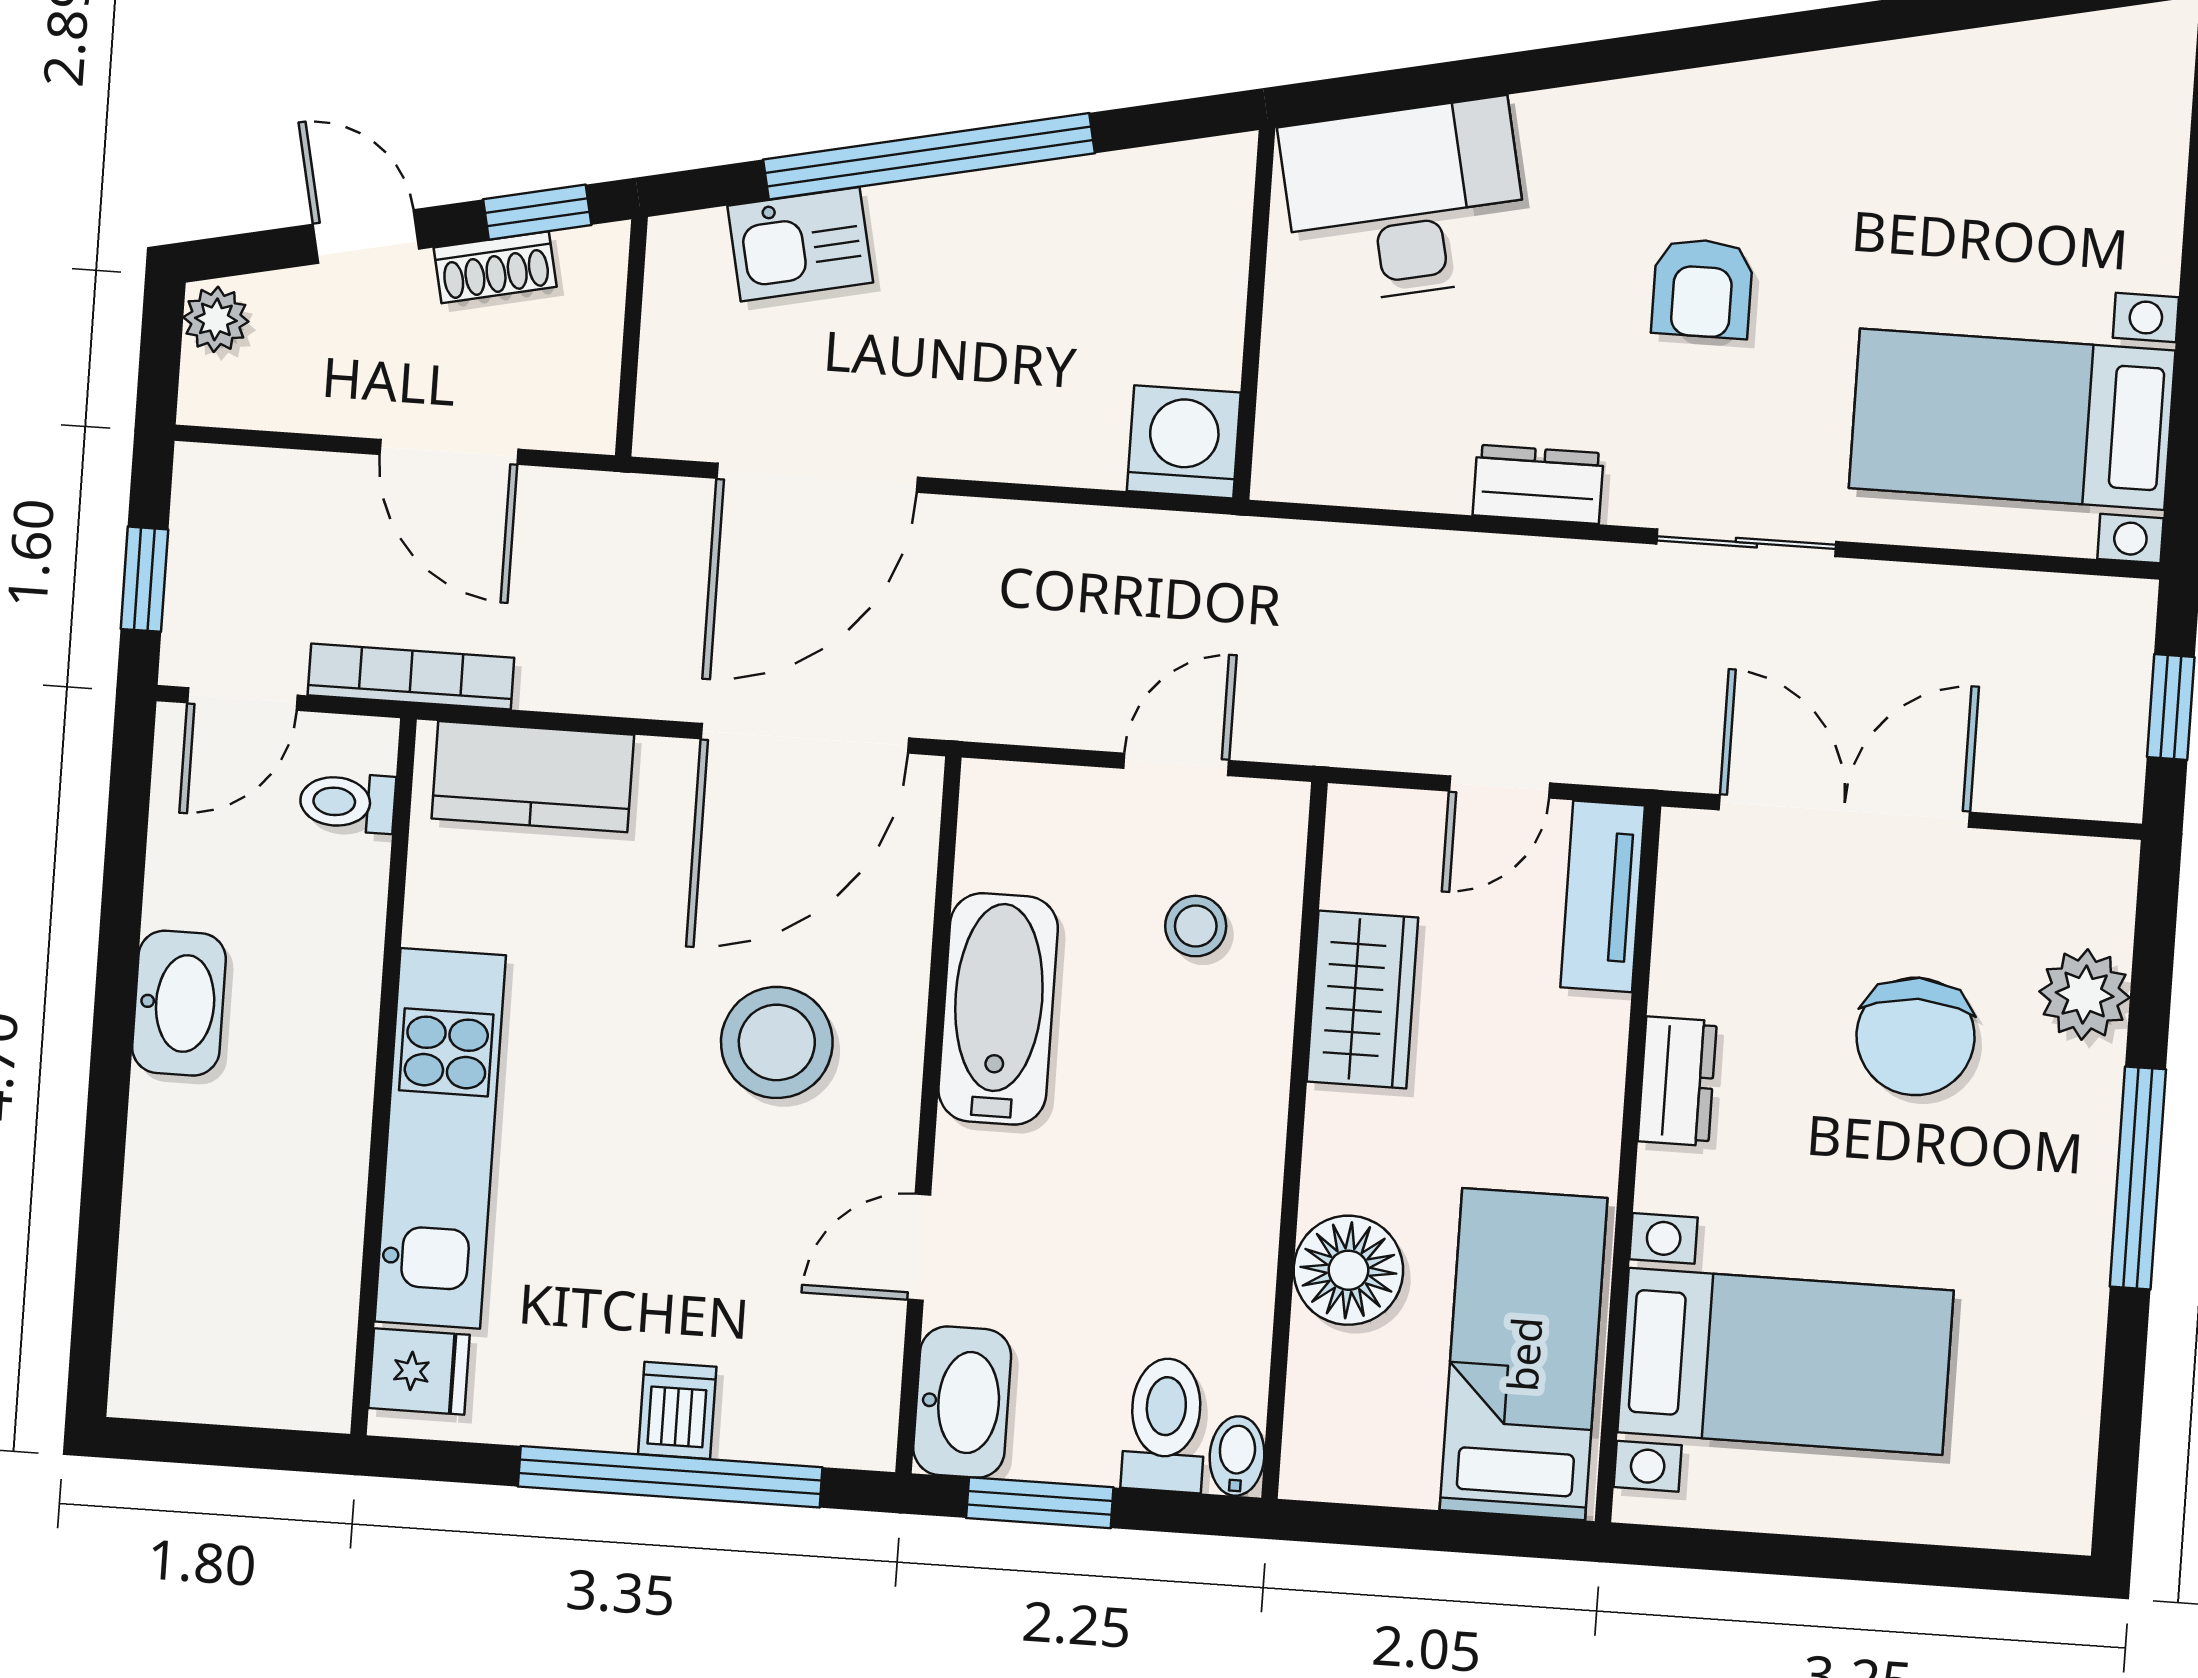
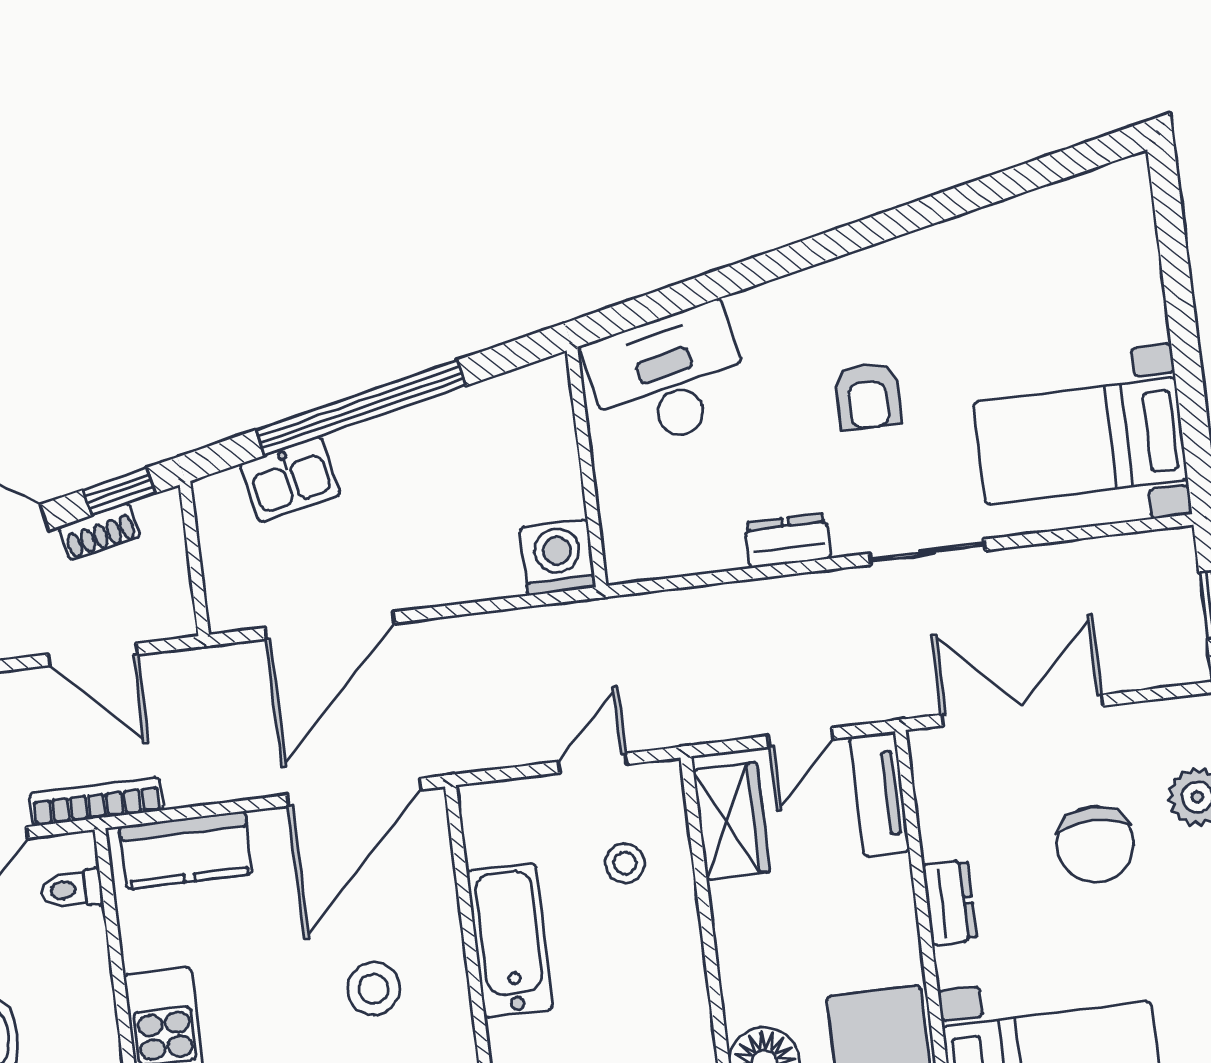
wardrobe: (1362, 999) -> (731, 821), moved
stool: (777, 1042) -> (374, 989), width x0.73, depth x0.73

